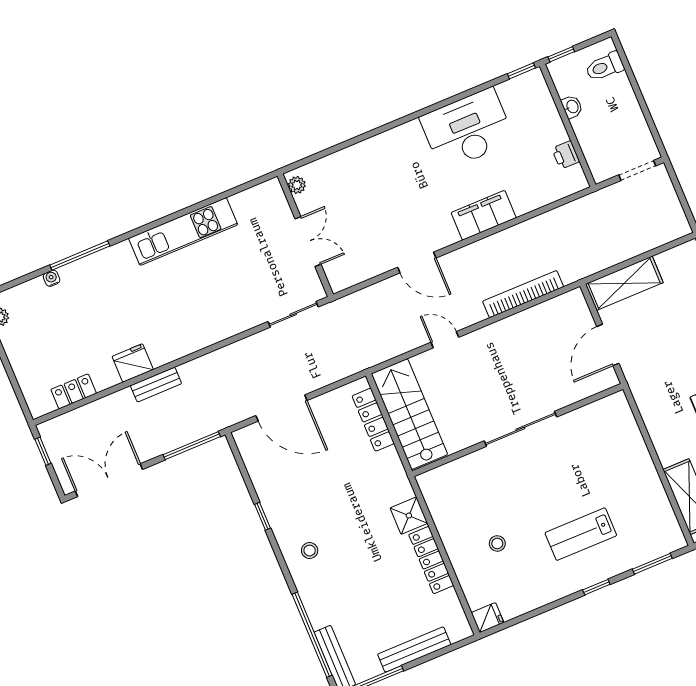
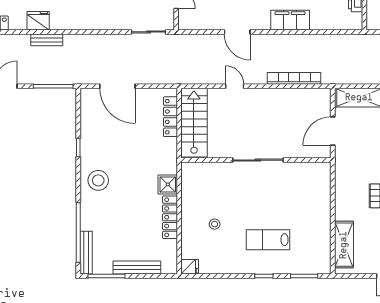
stool: (310, 551) -> (98, 180), width x1.89, depth x1.89

